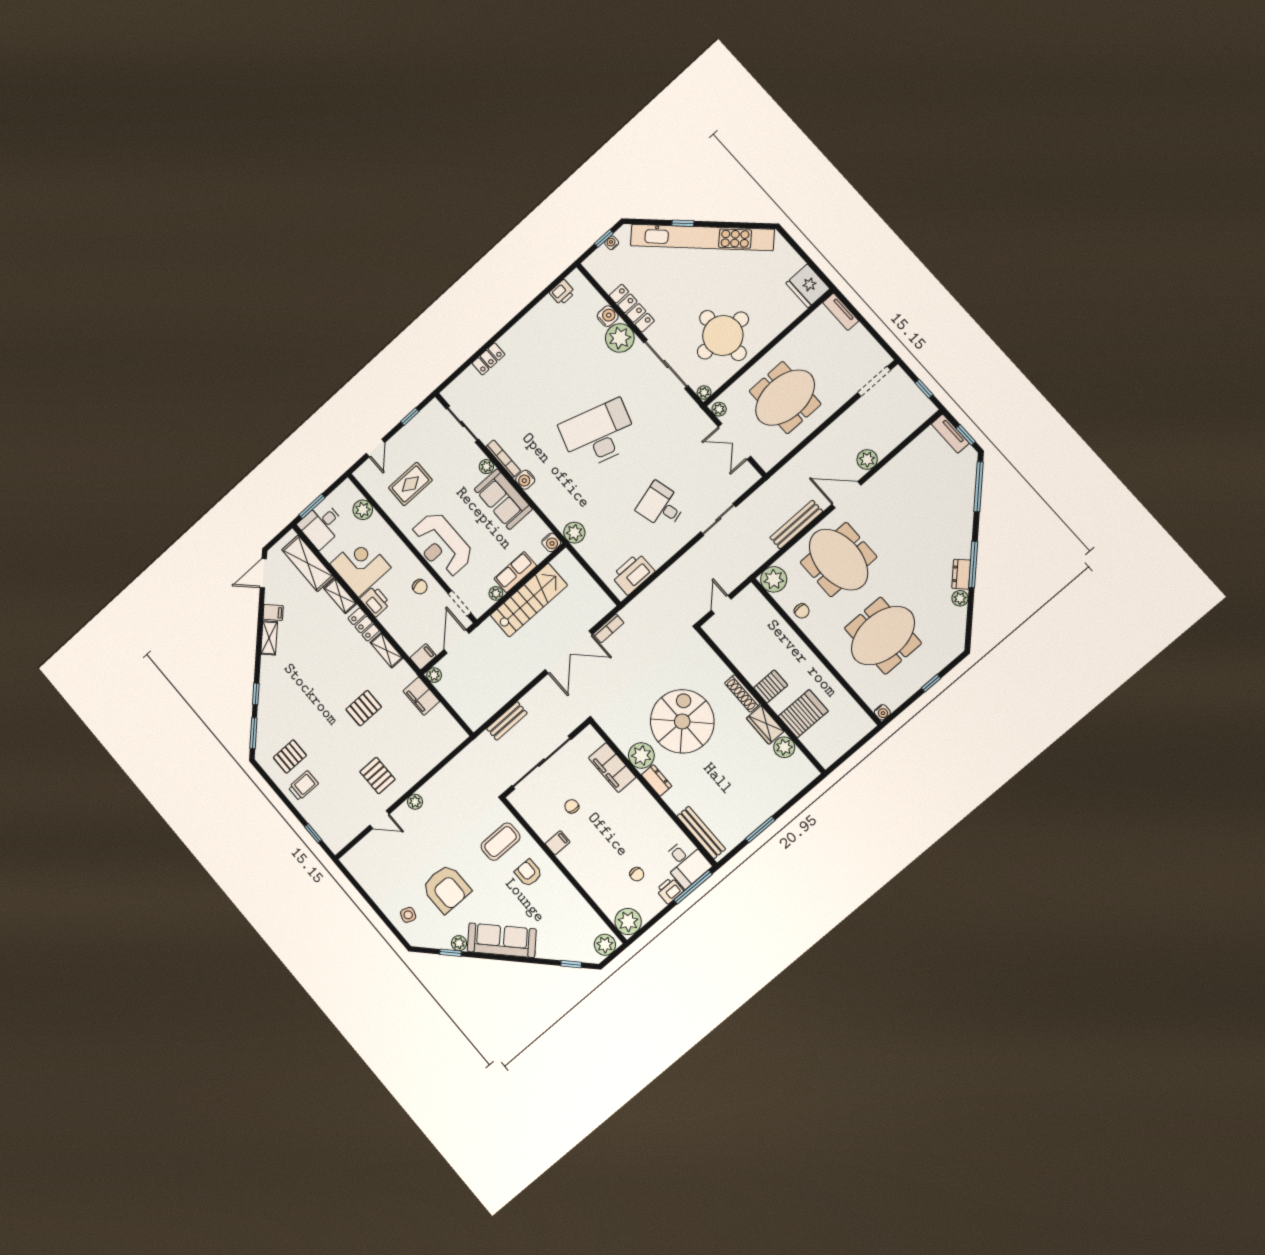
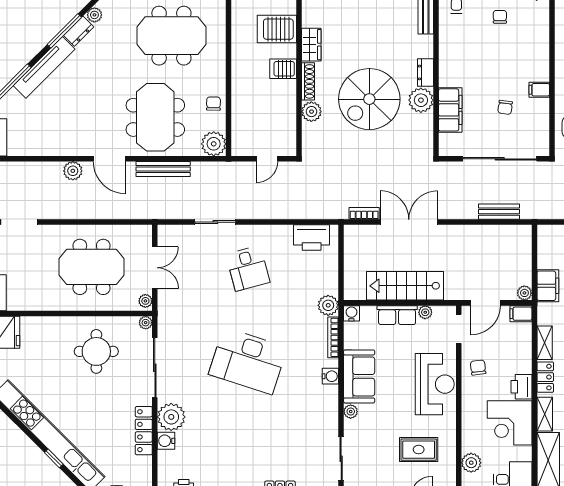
round table: (723, 335) -> (96, 351), width x0.73, depth x0.73
bookcase: (503, 459) -> (333, 337), moved
tv unit: (964, 521) -> (44, 67), added
plant: (784, 747) -> (311, 112), moved

